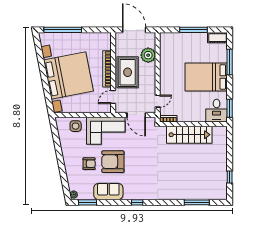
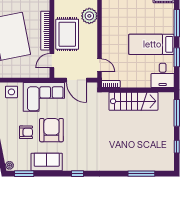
bed: (206, 77) -> (152, 44), width x0.67
door: (158, 101) -> (99, 65), hinge flipped
window: (230, 108) -> (177, 57), moved
window: (230, 146) -> (177, 113), added
armchair: (113, 162) -> (51, 130), turned 90

